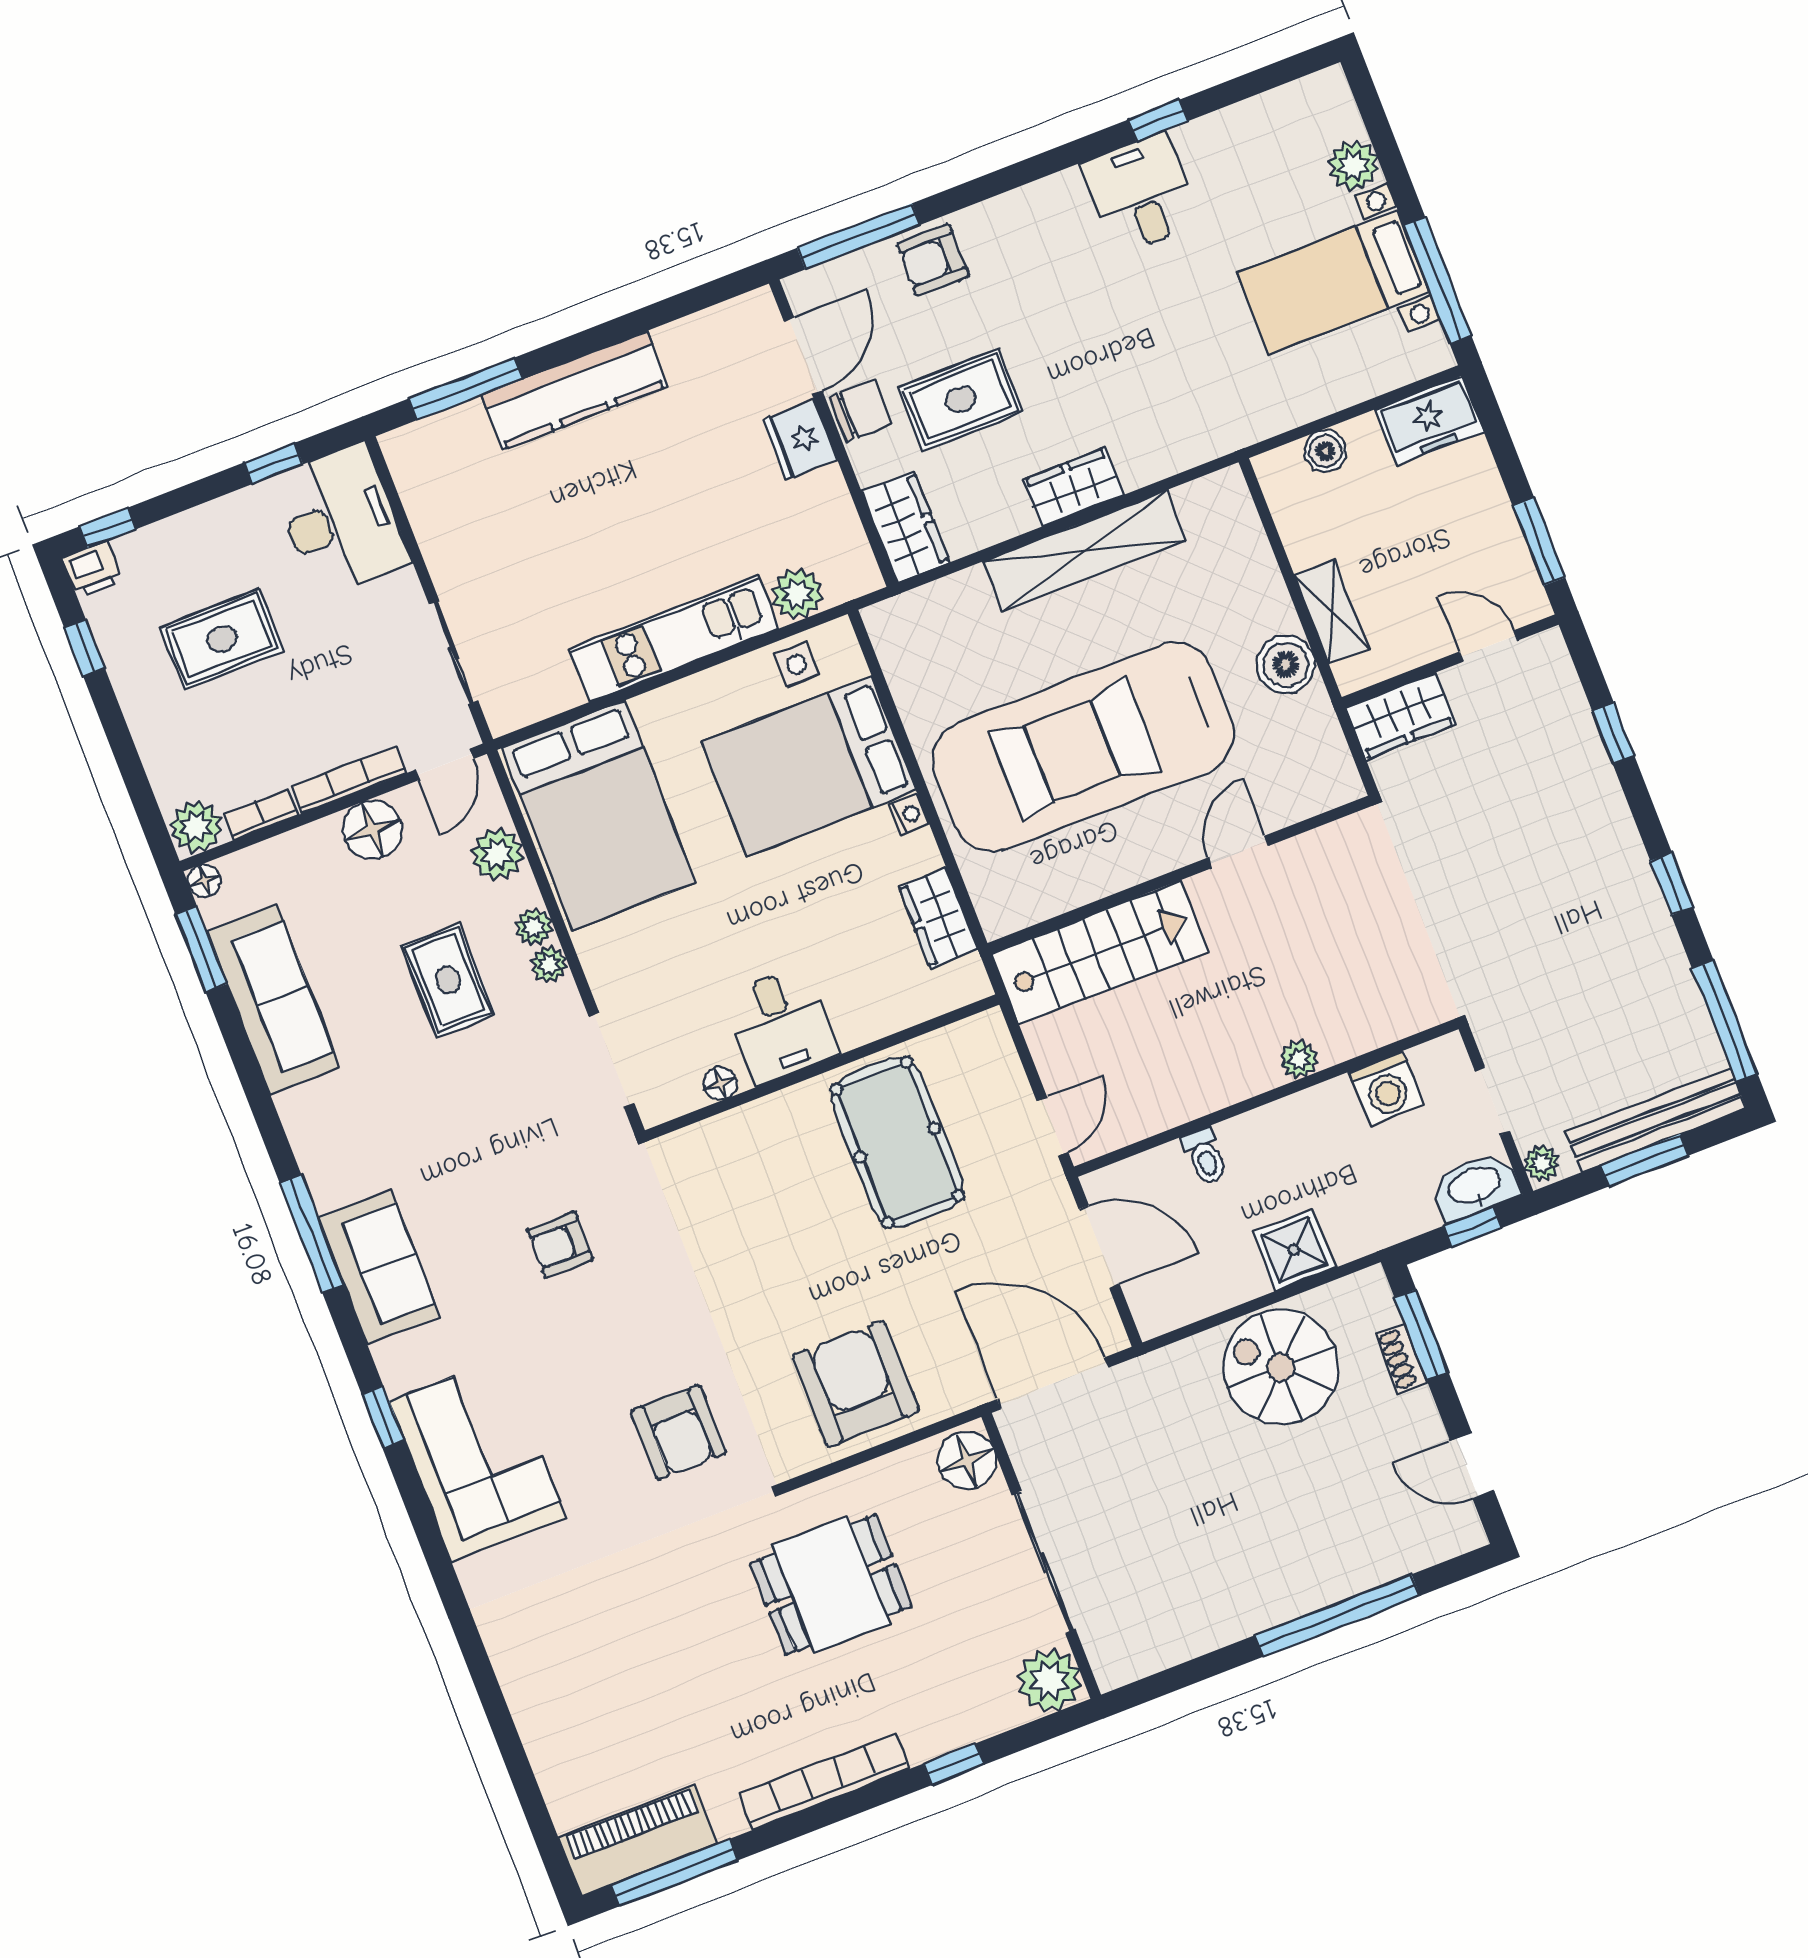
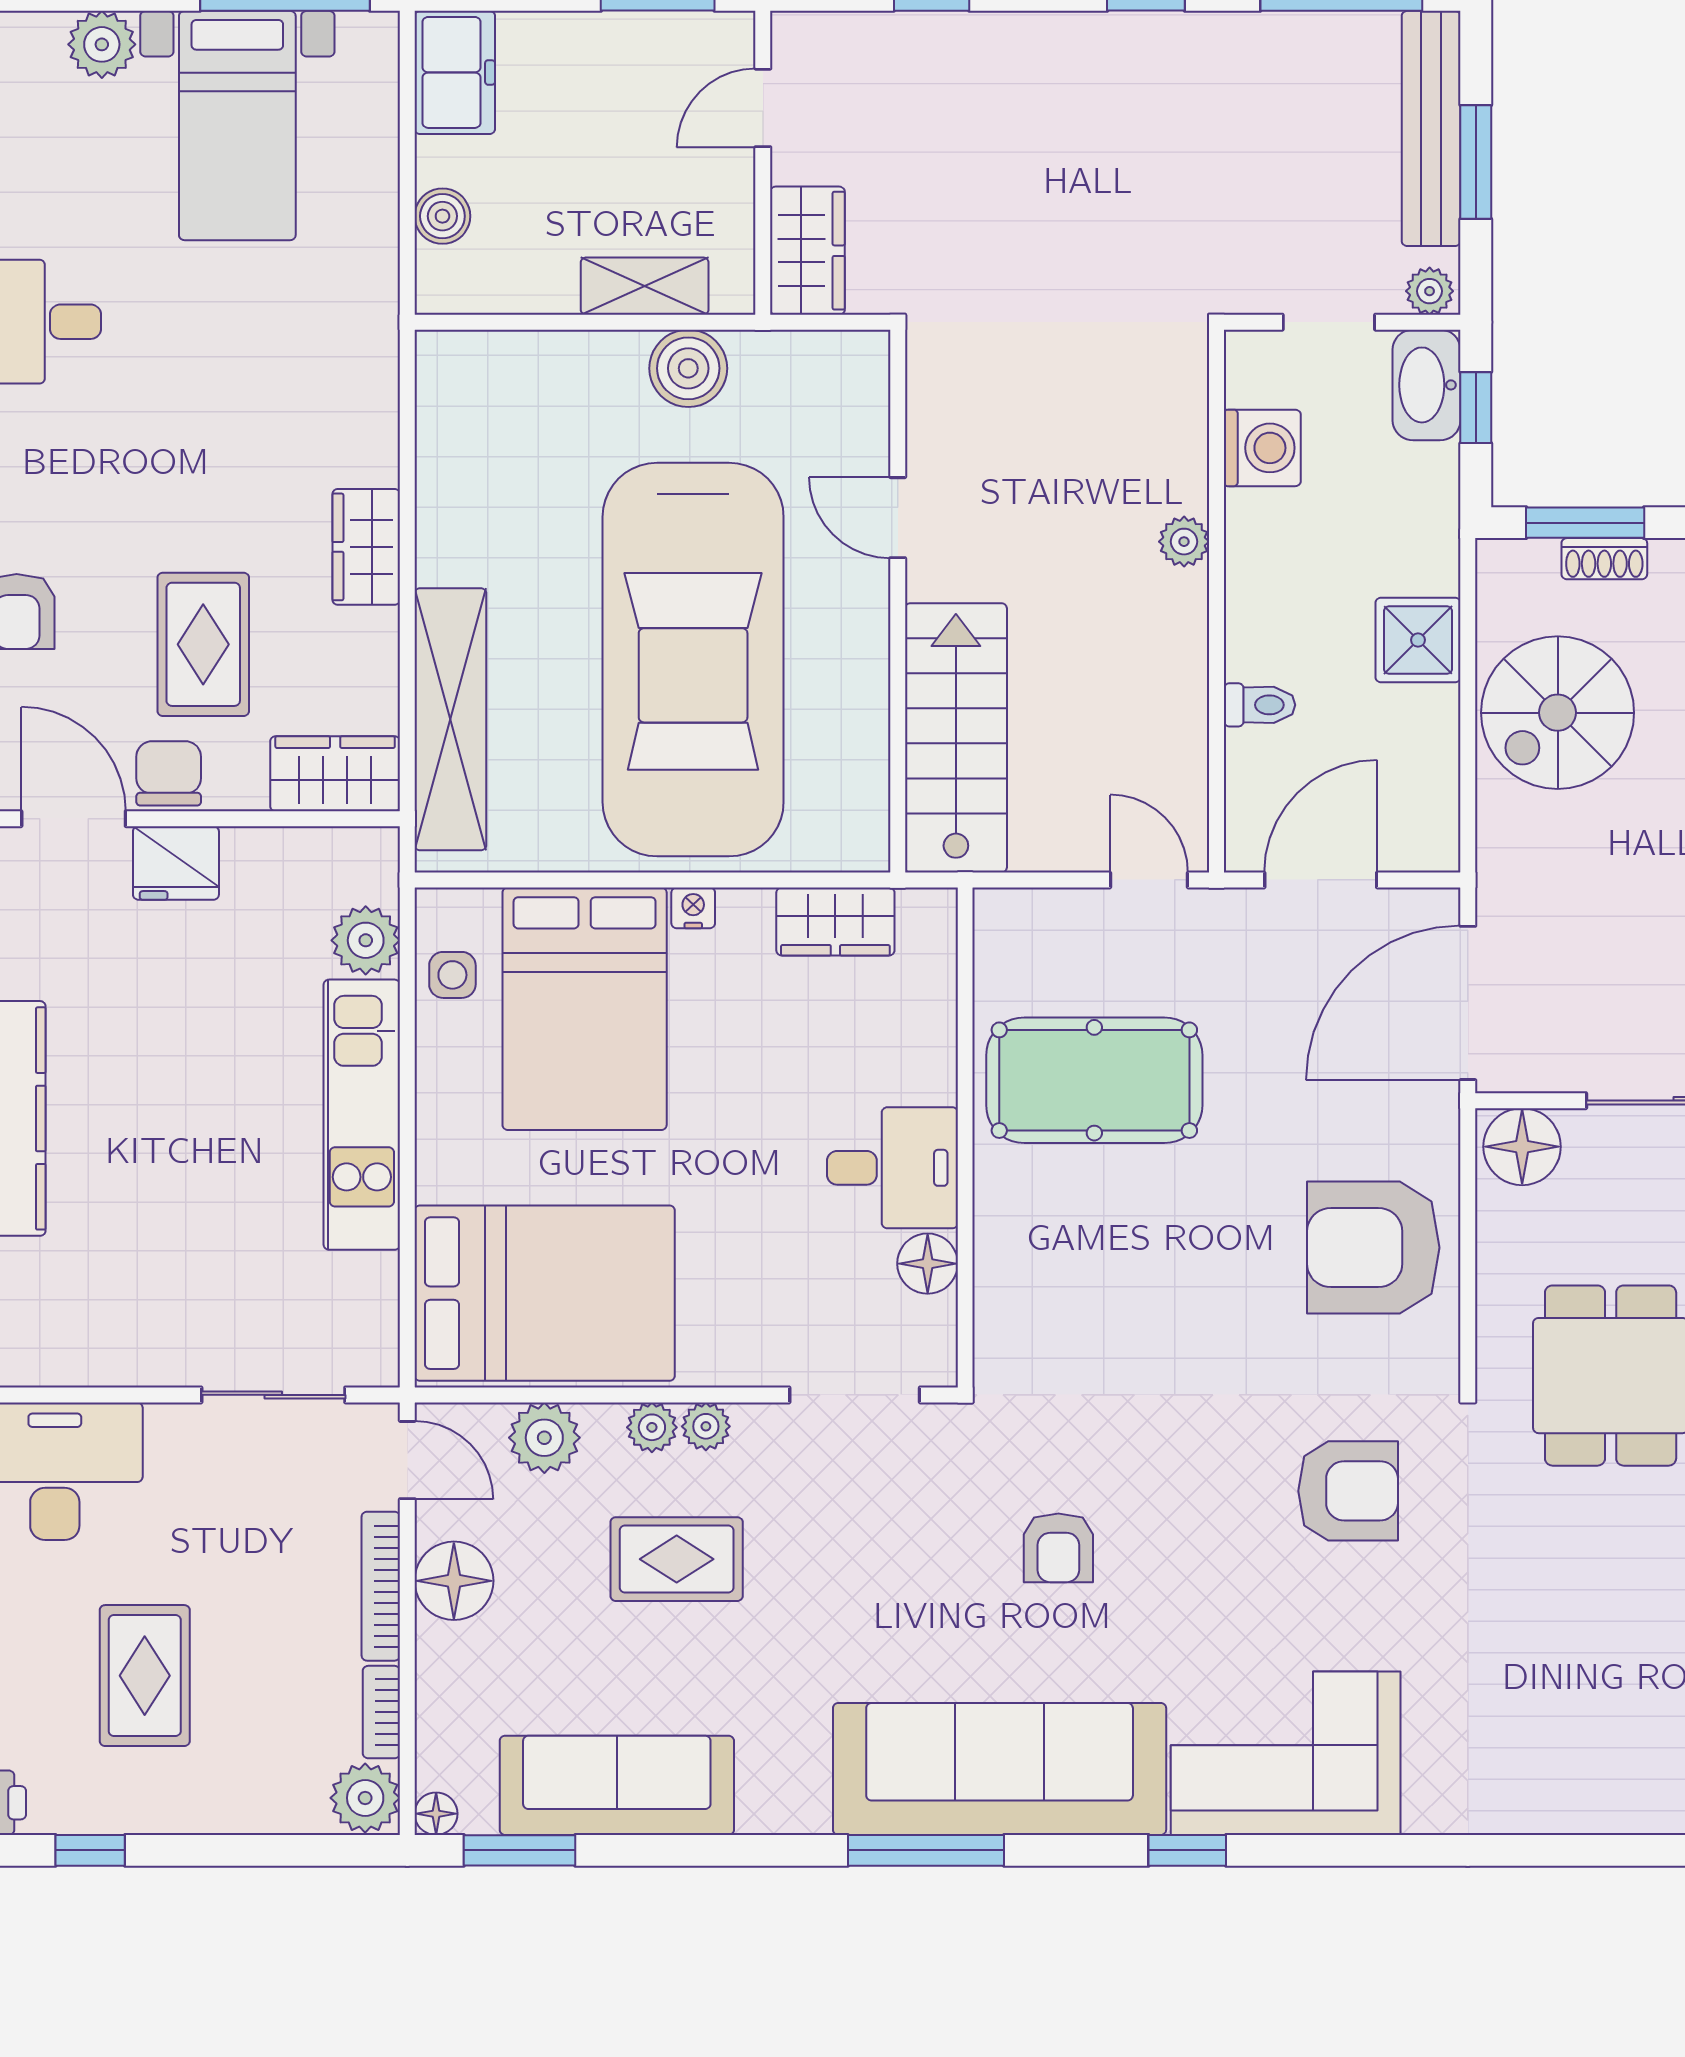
shelving: (1085, 551) -> (450, 719), moved
floor lamp: (720, 1083) -> (928, 1264), width x1.37, depth x1.37
sofa: (379, 1267) -> (1000, 1769), width x1.85, depth x1.27

